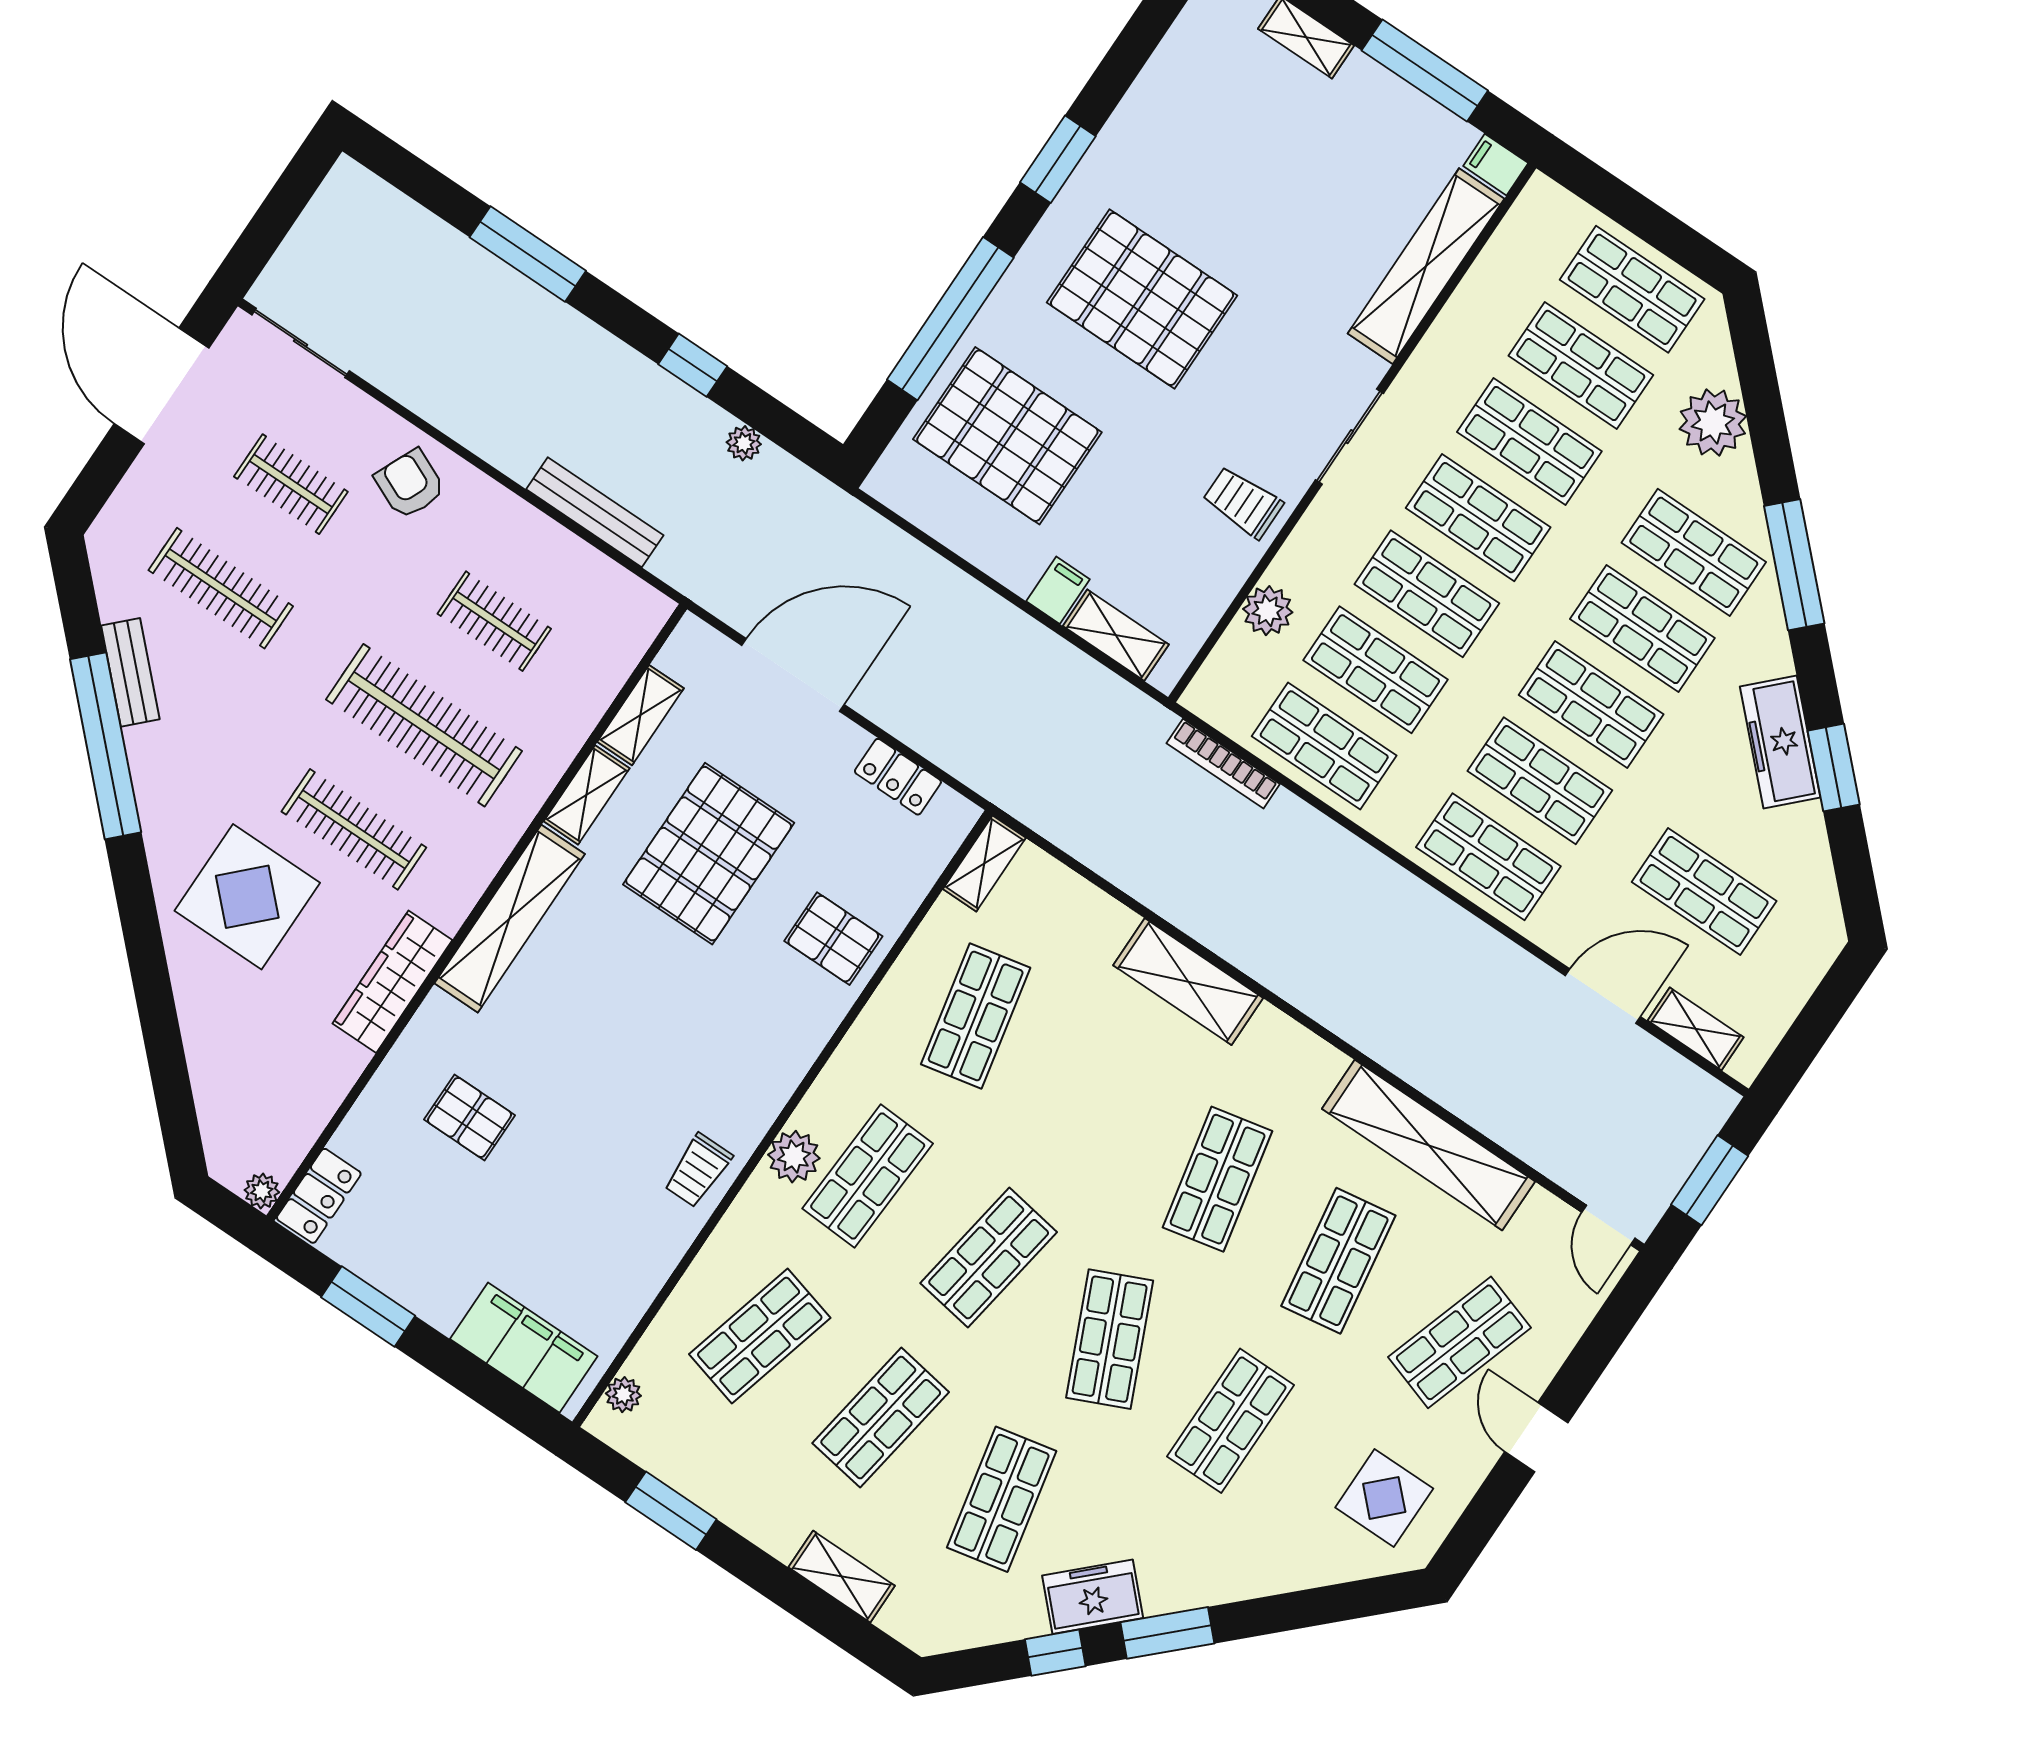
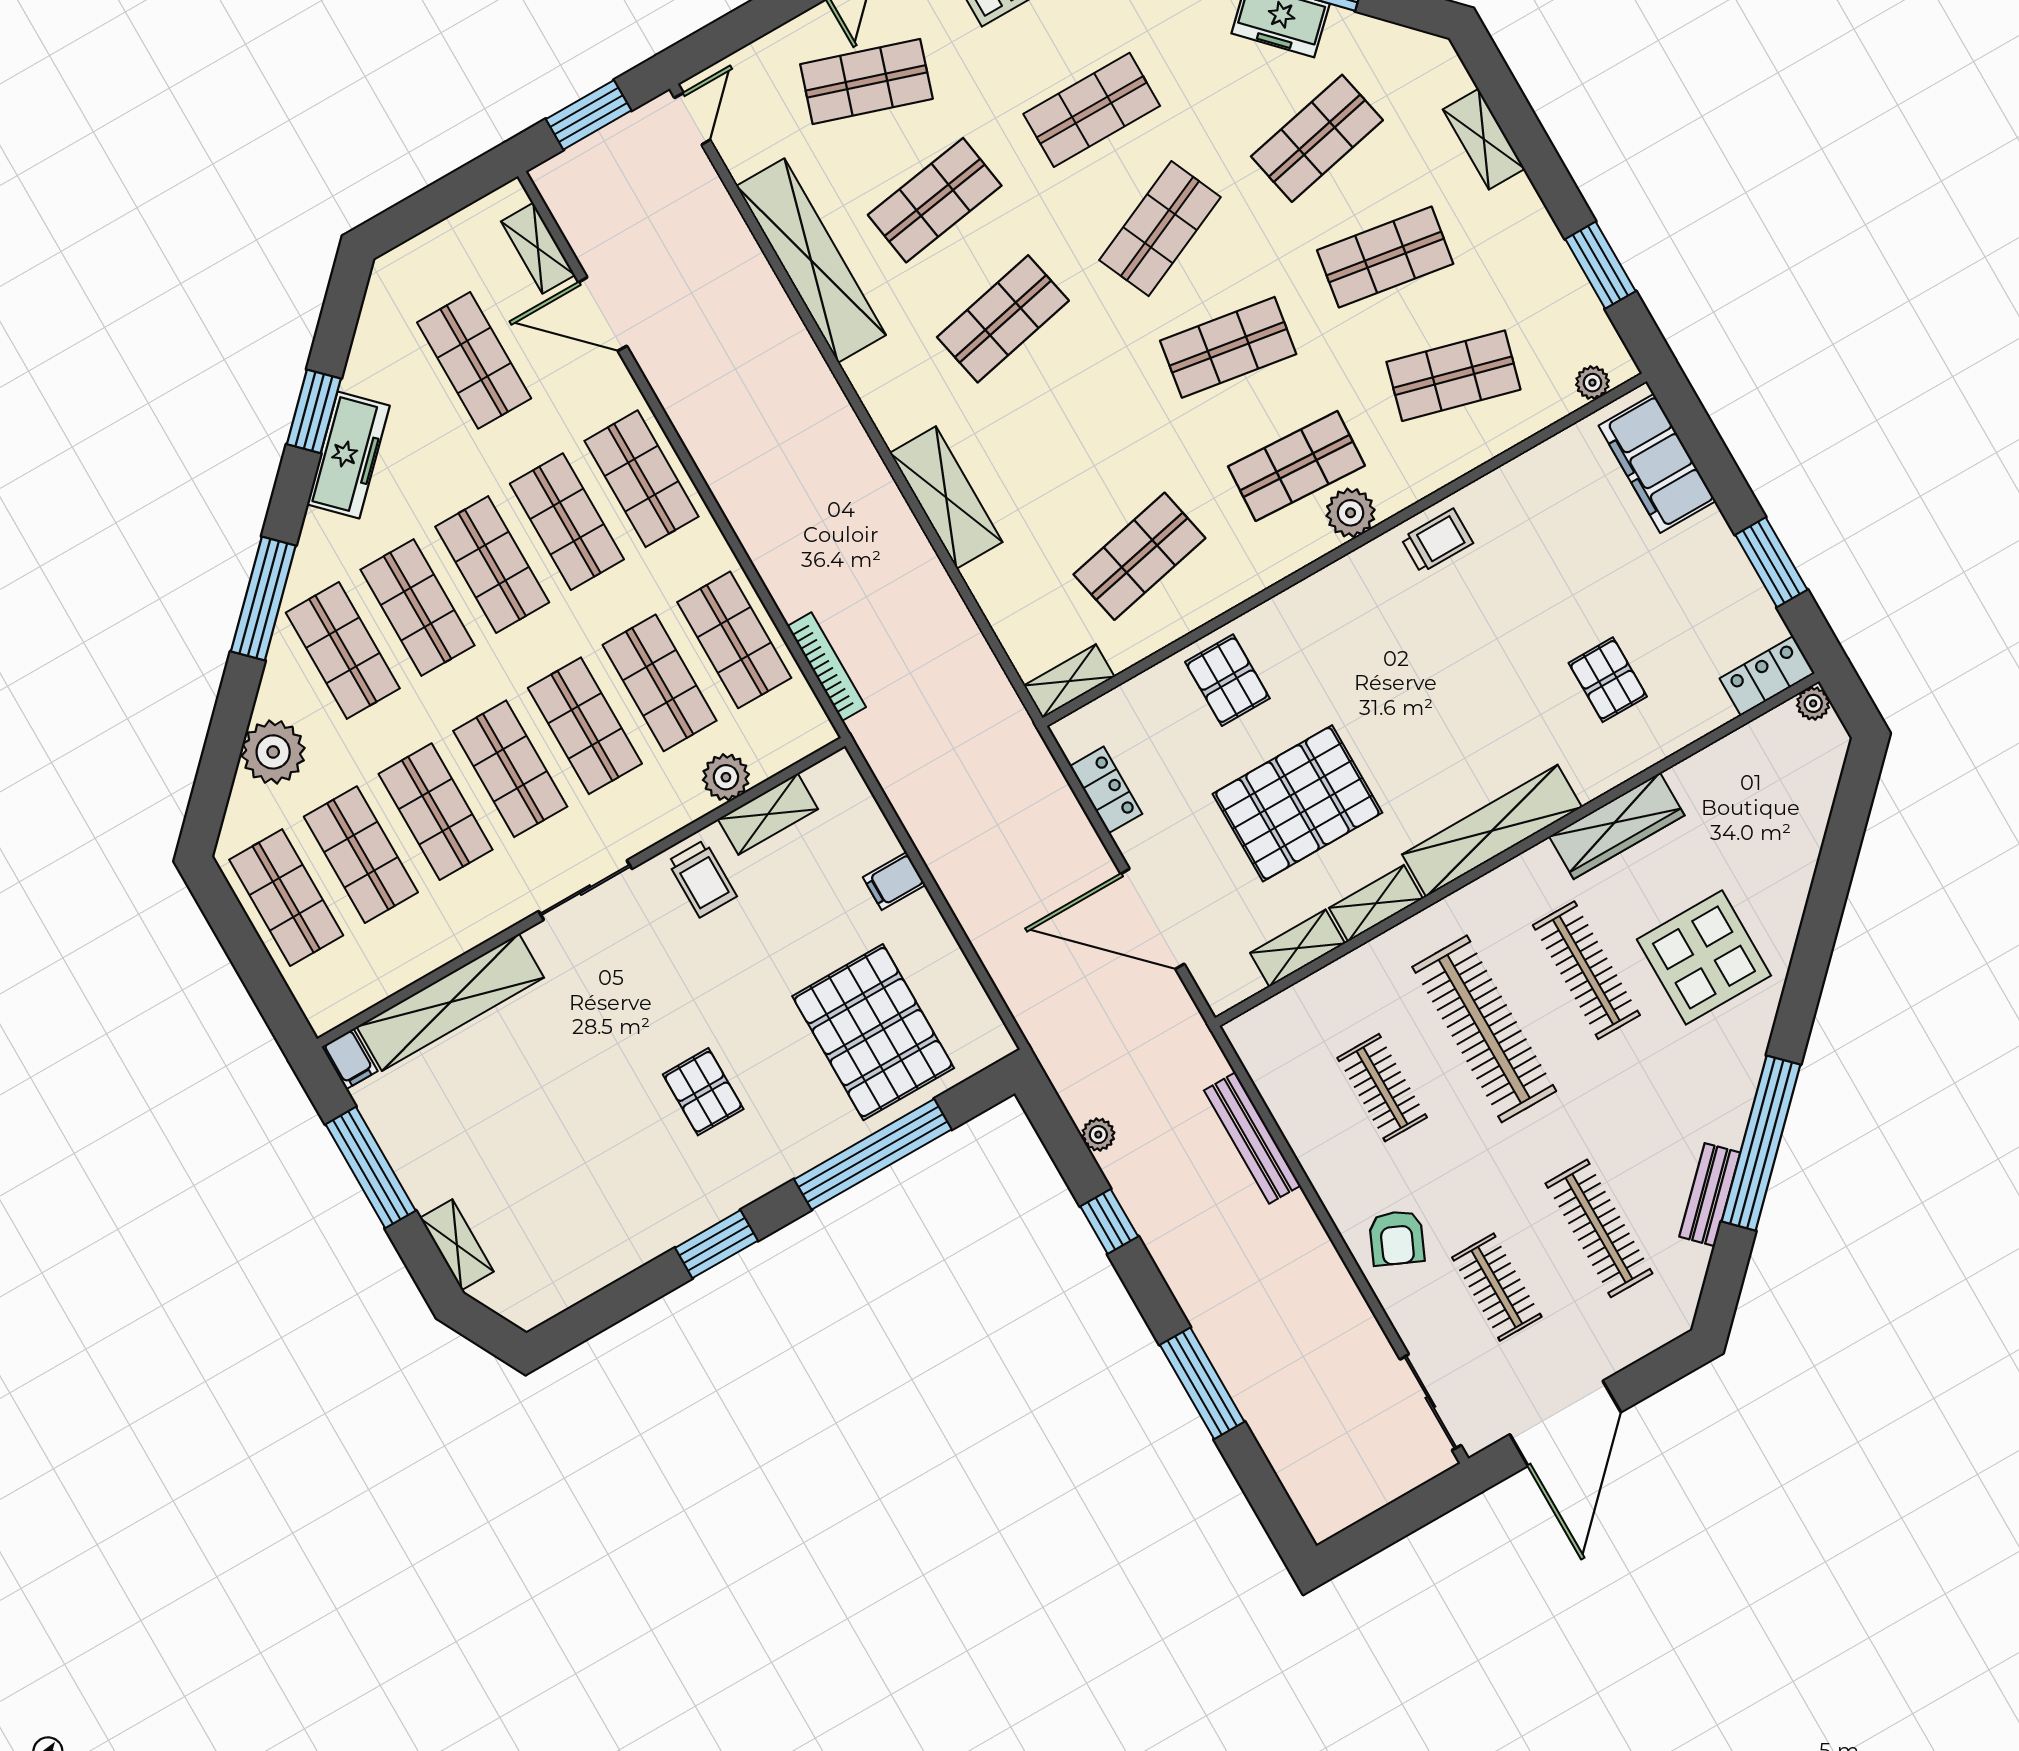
pallet: (1142, 299) -> (703, 1092), width x0.49, depth x0.50
shelving: (1116, 635) -> (768, 814), moved, turned 90

